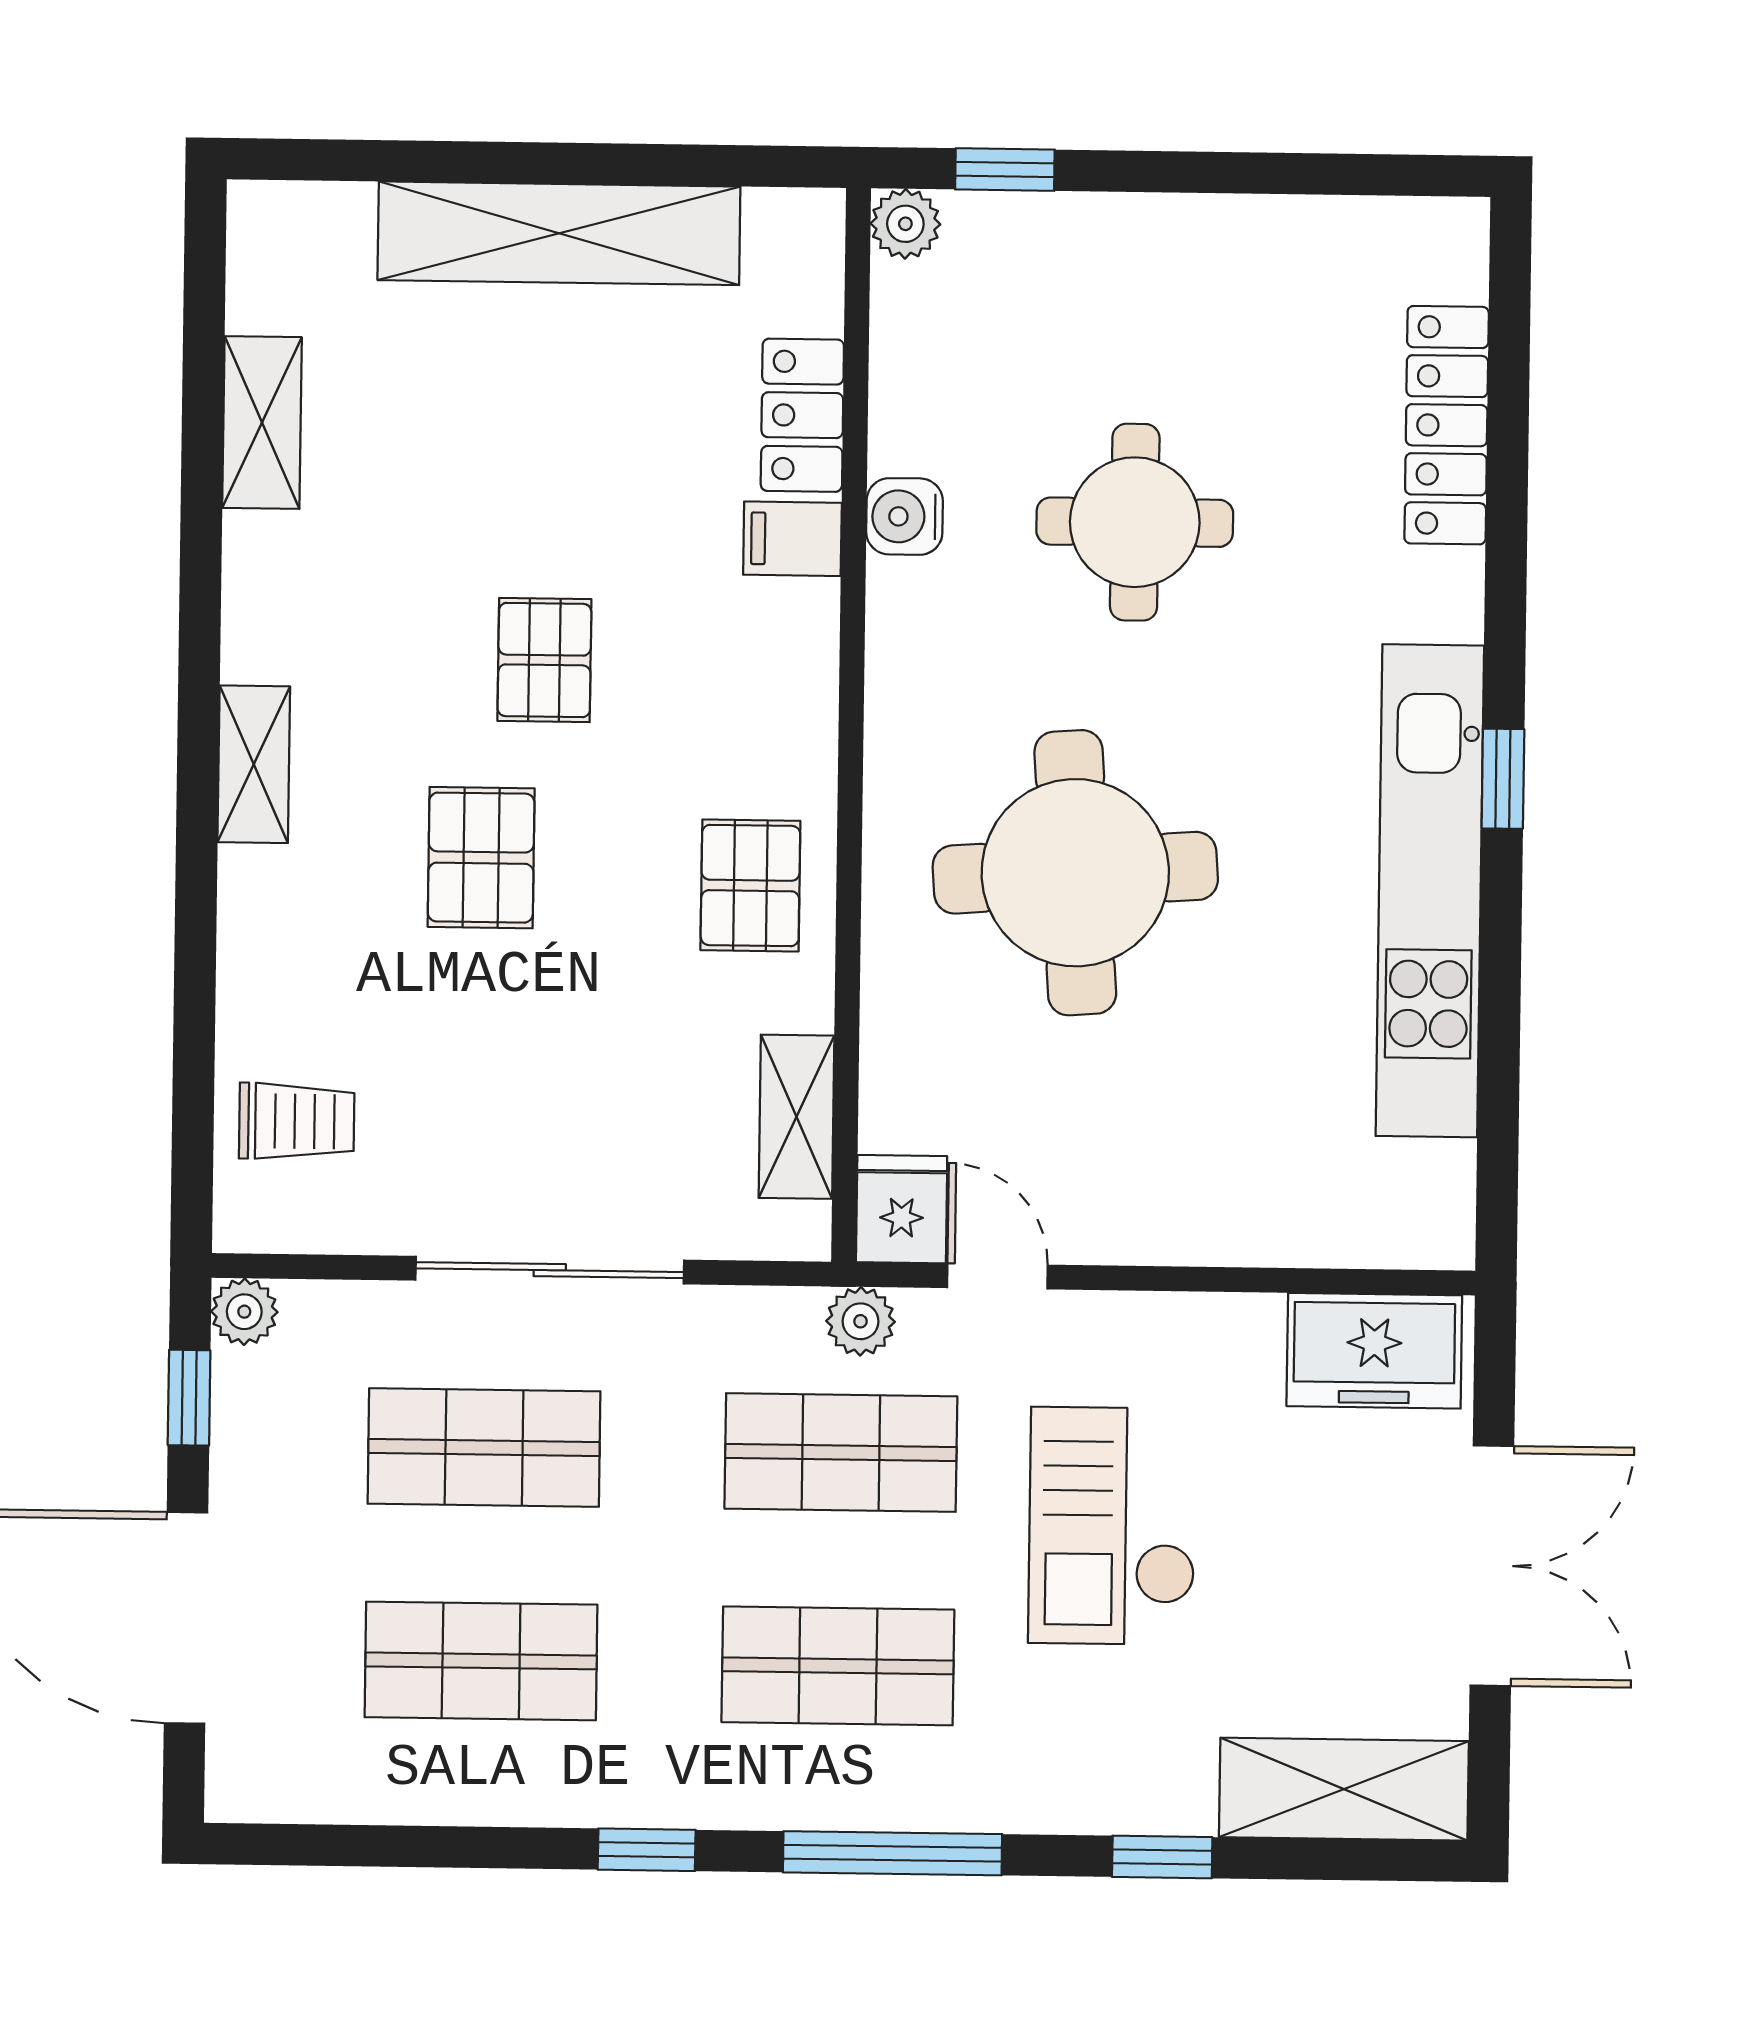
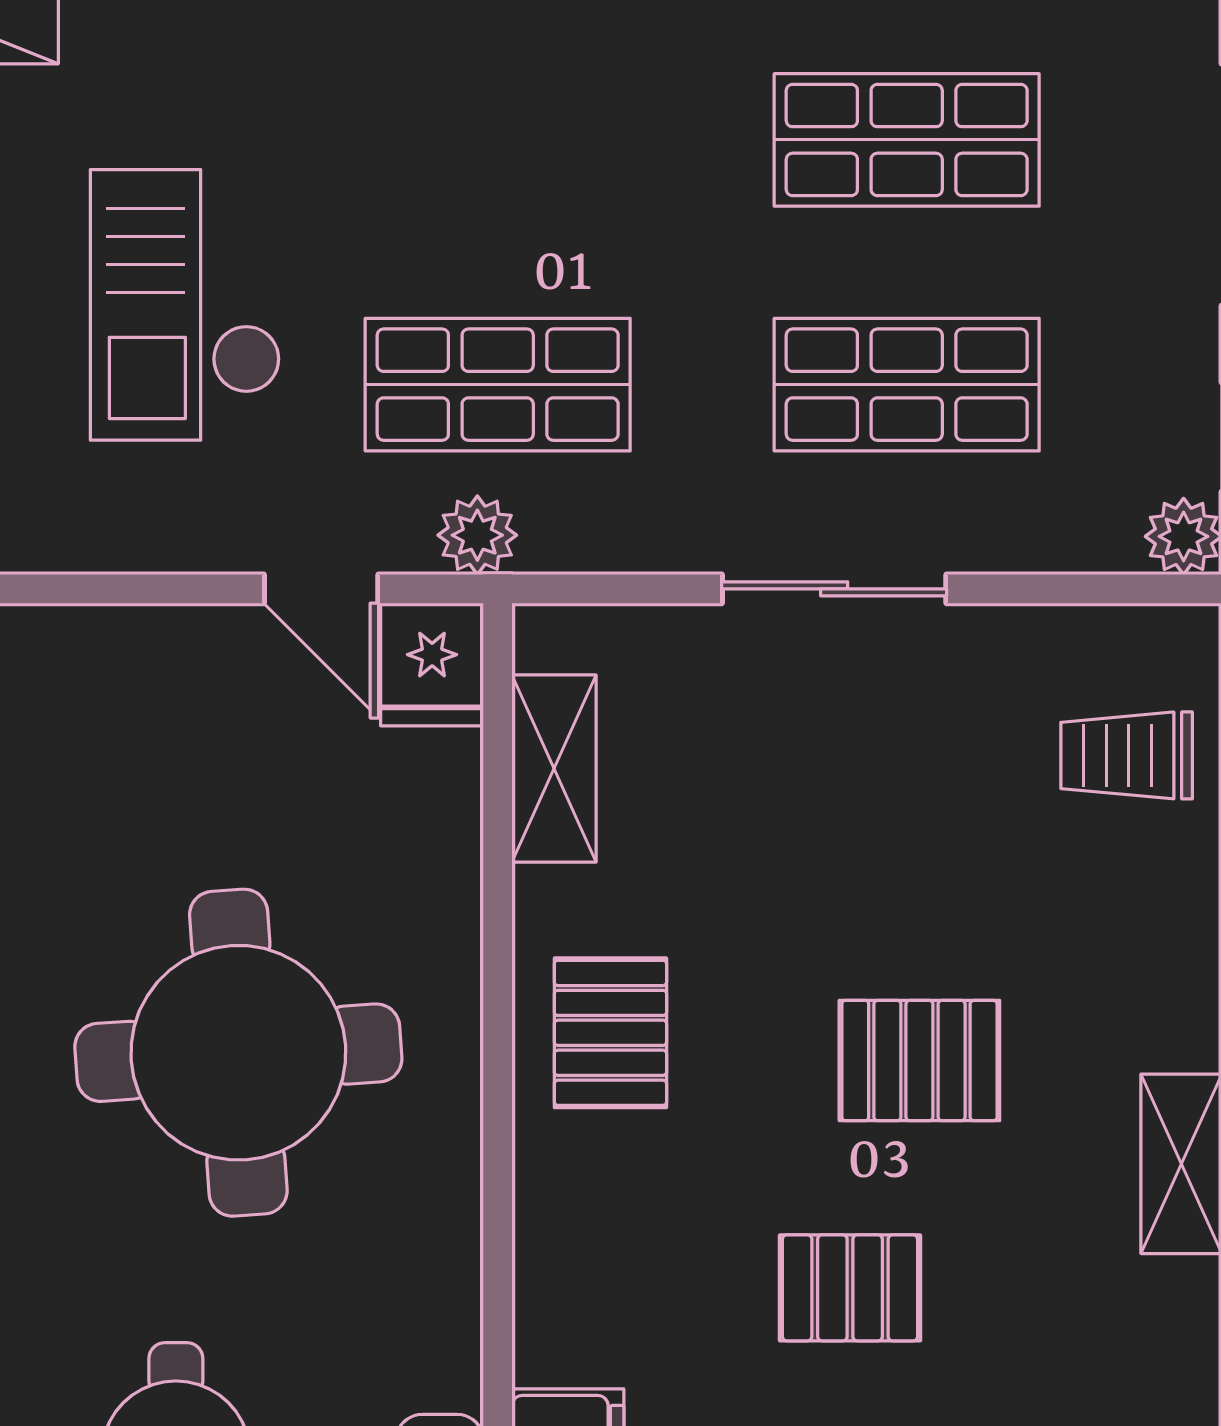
pallet: (544, 660) -> (850, 1288), turned 90
pallet: (481, 858) -> (919, 1061), turned 90
sliding door: (550, 1270) -> (834, 589), width x0.73
checkout: (1112, 1526) -> (185, 305), turned 180
shop shelf: (838, 1666) -> (498, 140), removed

